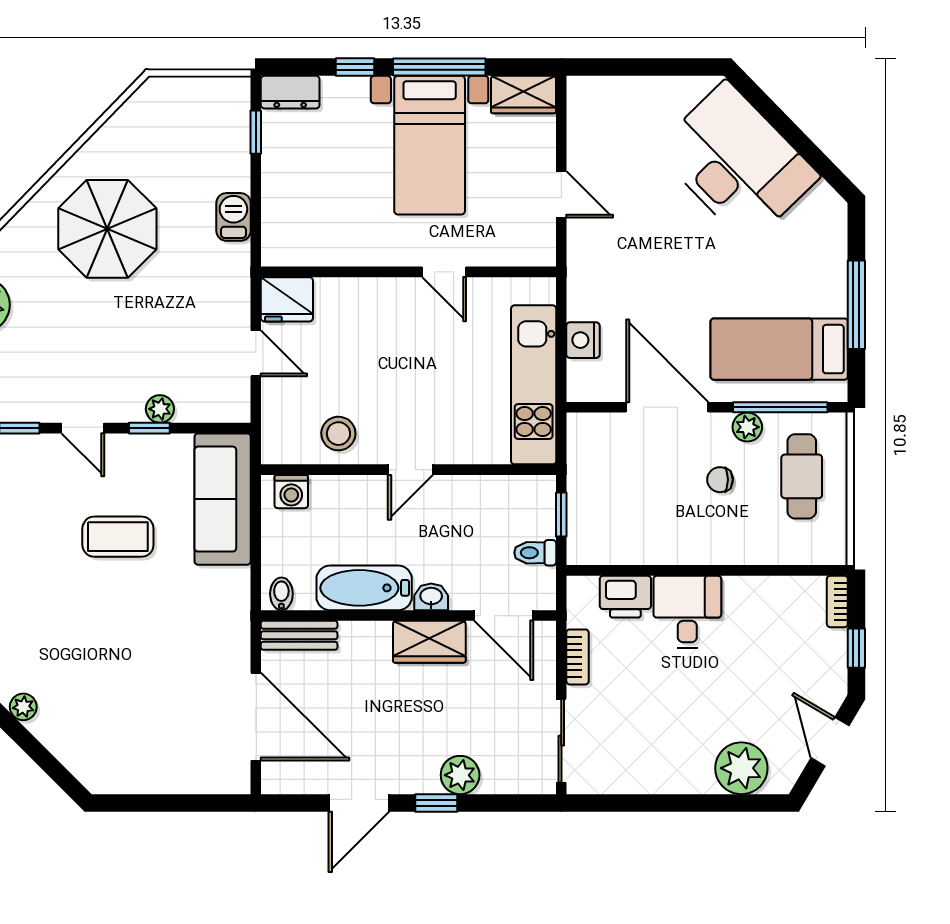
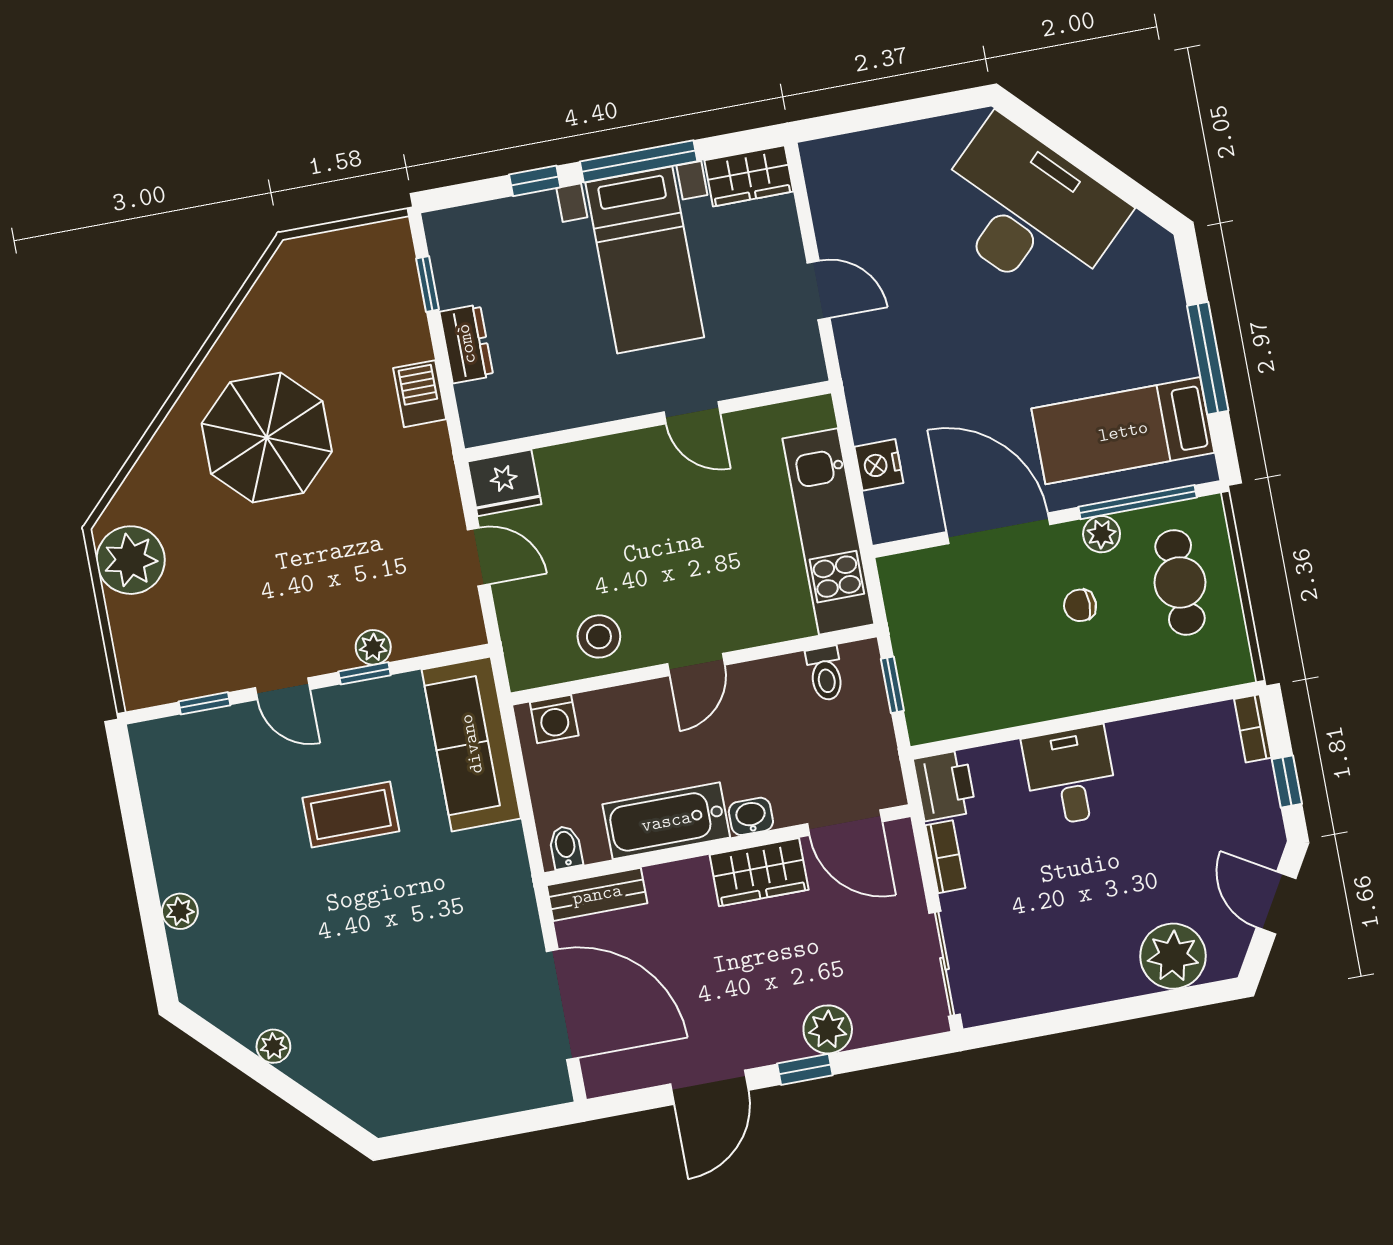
dresser: (290, 92) -> (466, 344), moved, turned -90
toilet: (535, 553) -> (825, 674), moved, turned -90
printer: (625, 597) -> (945, 786), moved, turned -90

